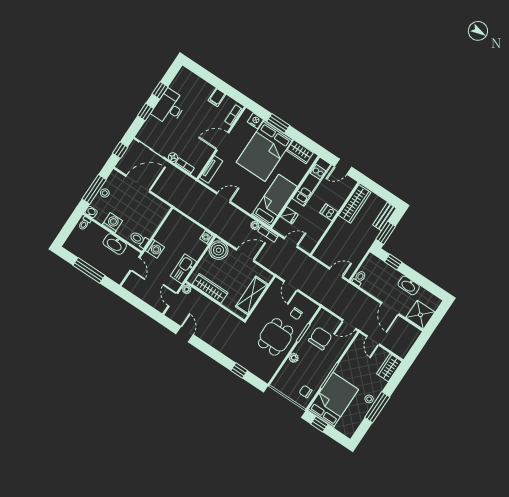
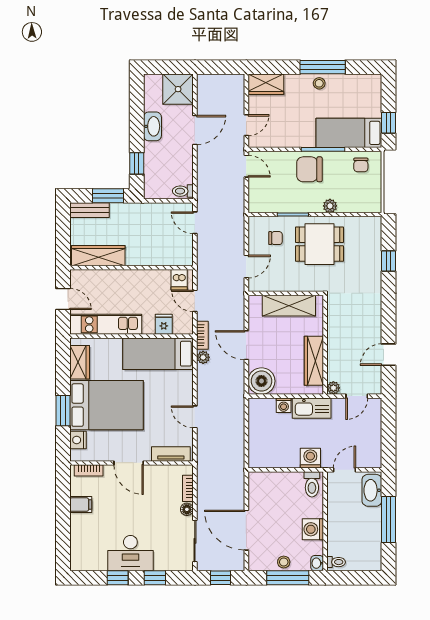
dishwasher: (329, 212) -> (179, 280), moved
washing machine: (207, 238) -> (284, 405), moved
washbasin: (115, 244) -> (372, 490), moved, turned 180
chair: (320, 338) -> (309, 169), moved
bed: (333, 400) -> (349, 133), width x0.67

